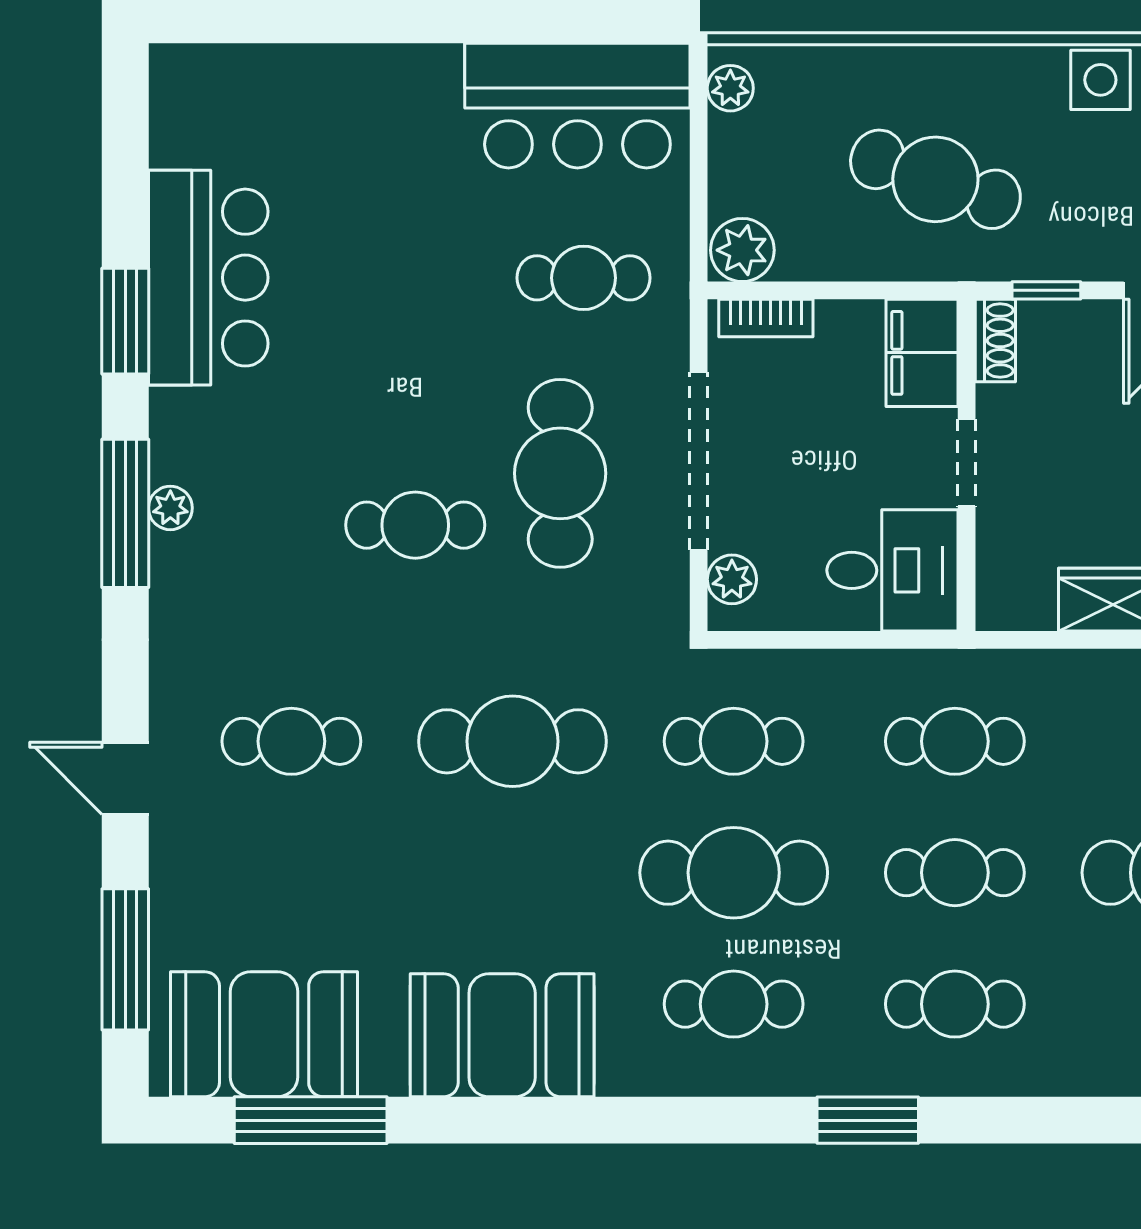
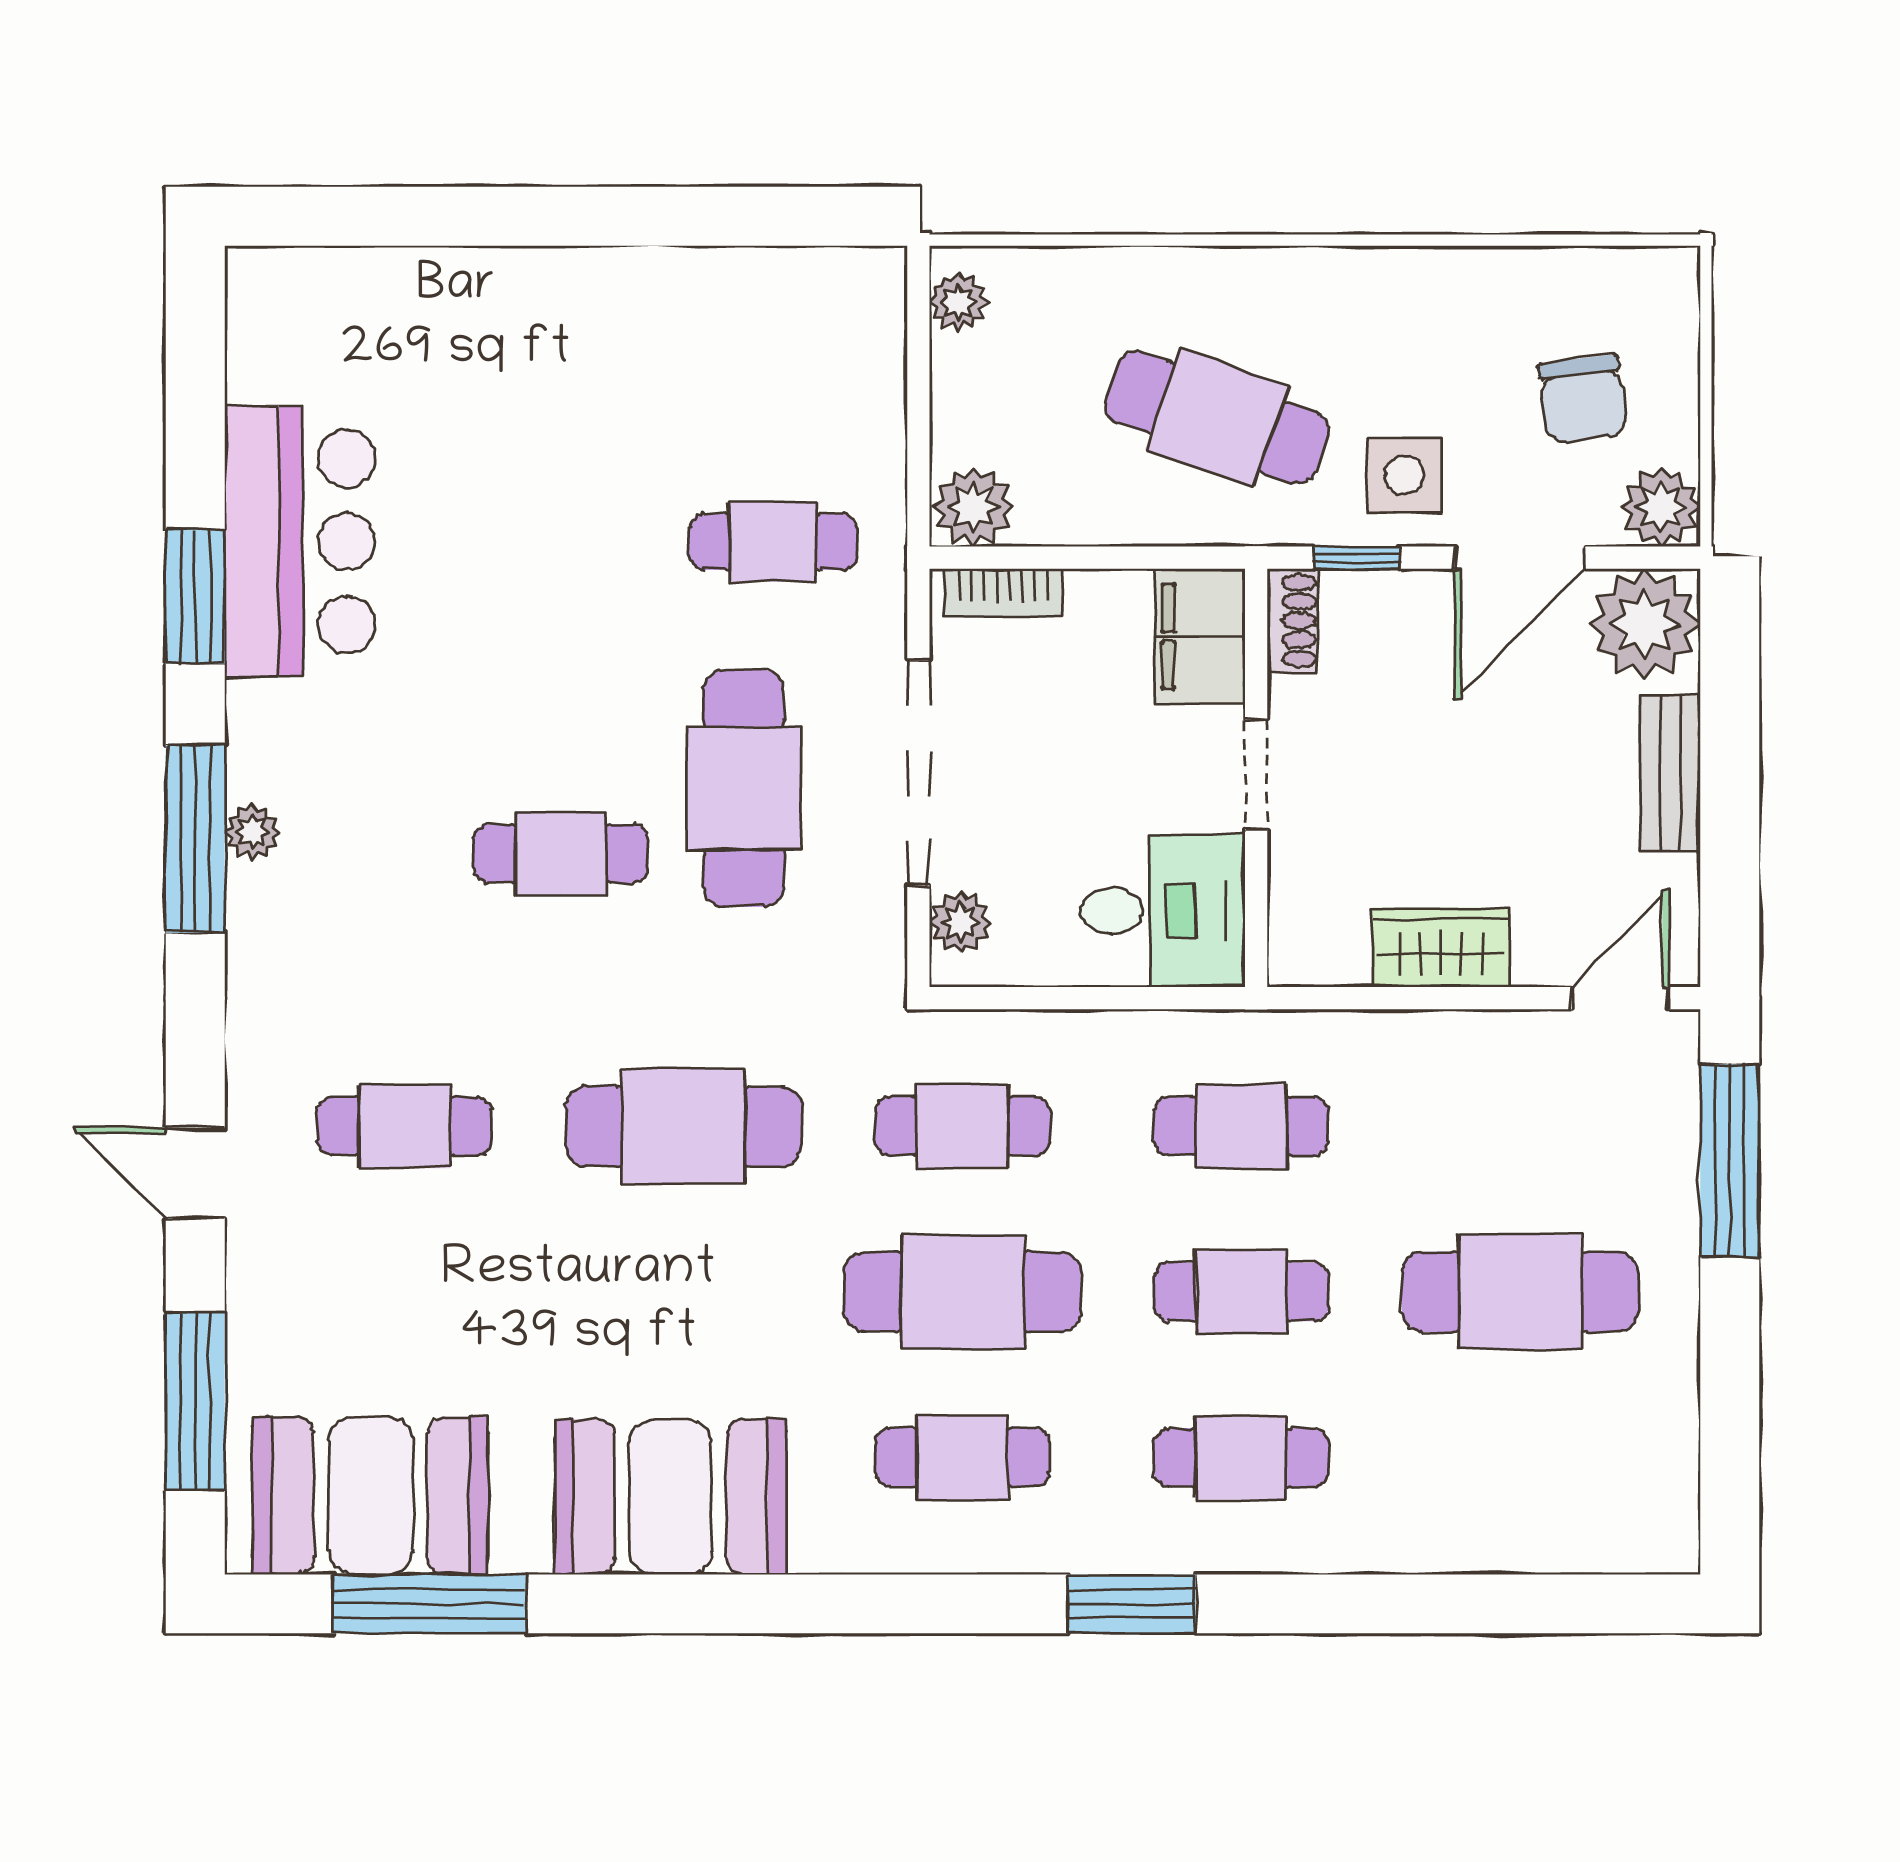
side table: (1100, 80) -> (1404, 475), moved
bar counter: (577, 106) -> (766, 325), removed

